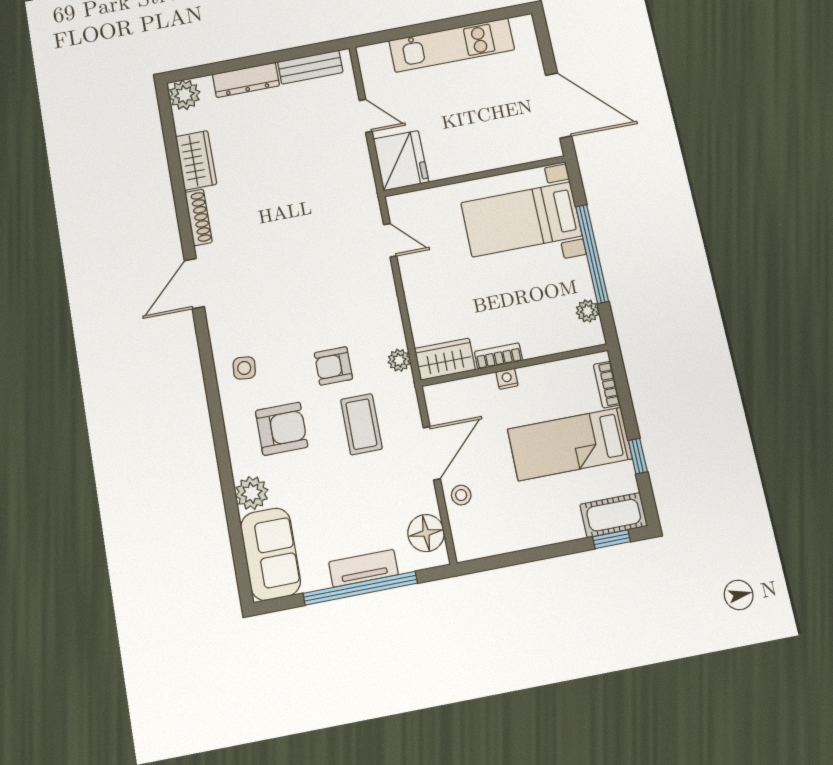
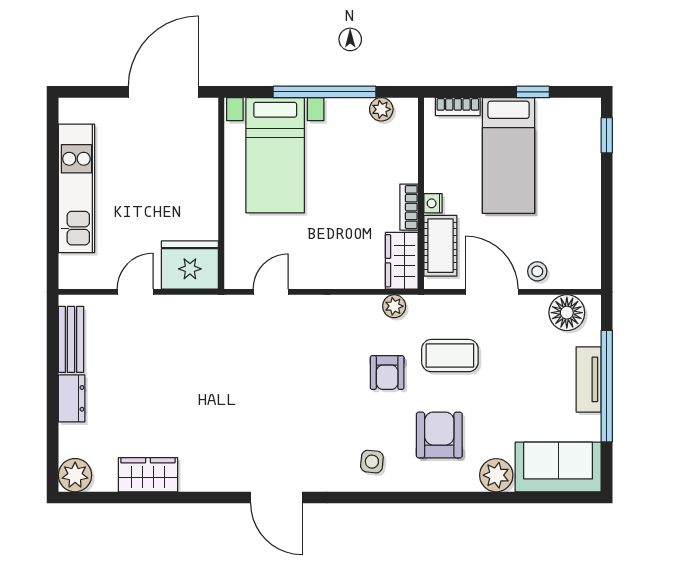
dresser: (246, 80) -> (72, 398), width x0.70
shoe rack: (199, 217) -> (209, 482), removed
cot: (614, 515) -> (440, 246), moved

